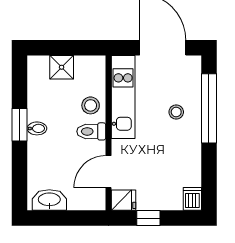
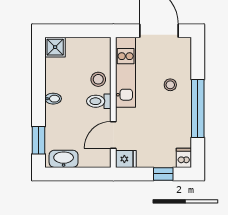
shower: (62, 67) -> (55, 47), moved
window: (209, 108) -> (198, 109), moved
window: (20, 125) -> (39, 140), moved
window: (148, 218) -> (163, 174), moved

